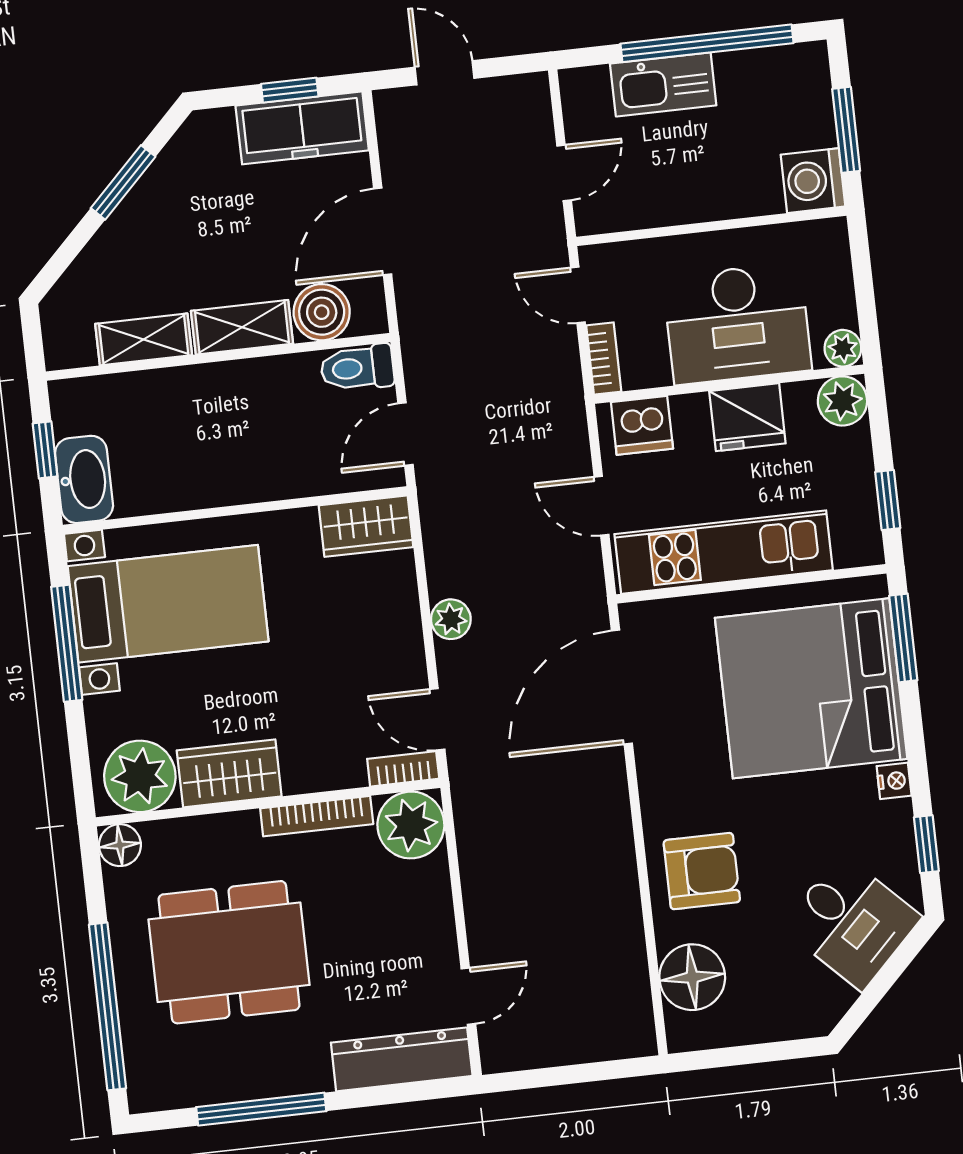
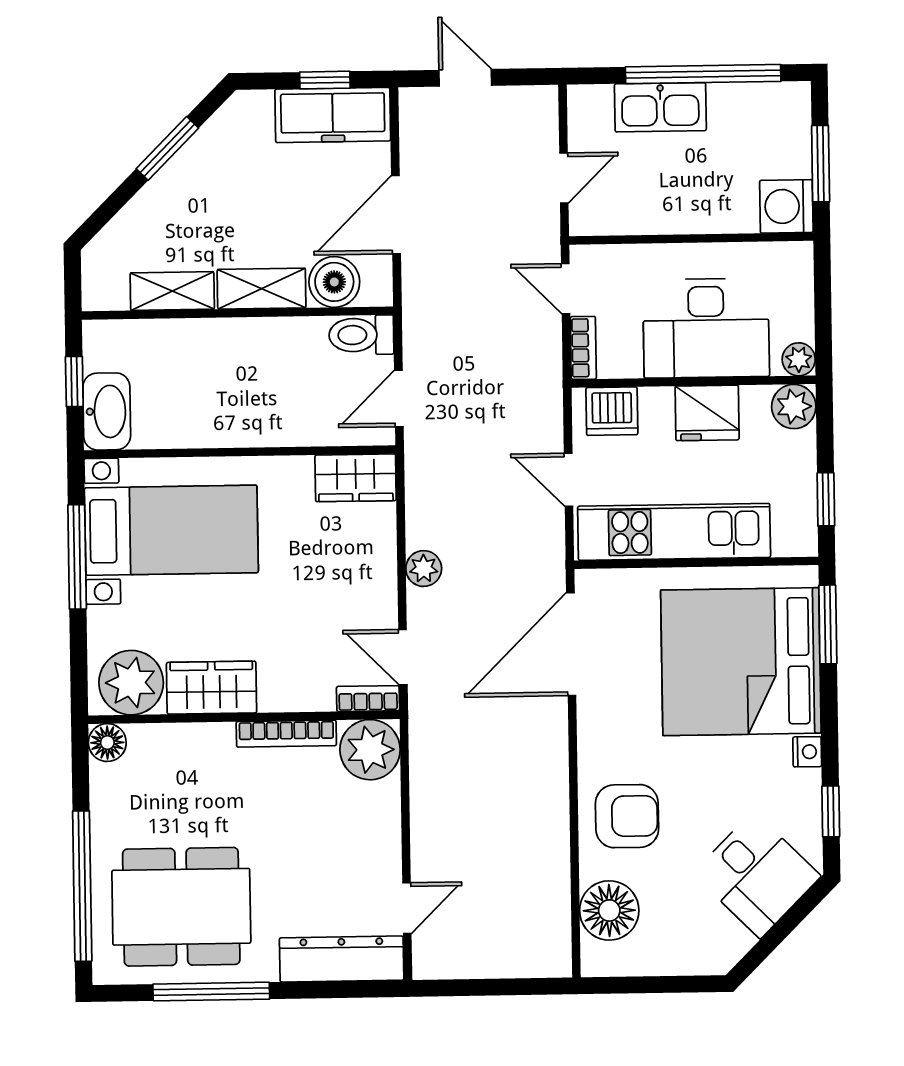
dining table: (229, 952) -> (181, 907), moved

